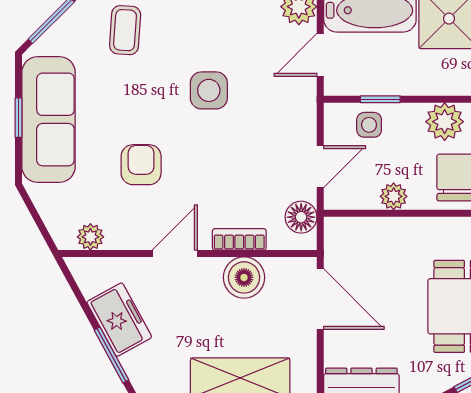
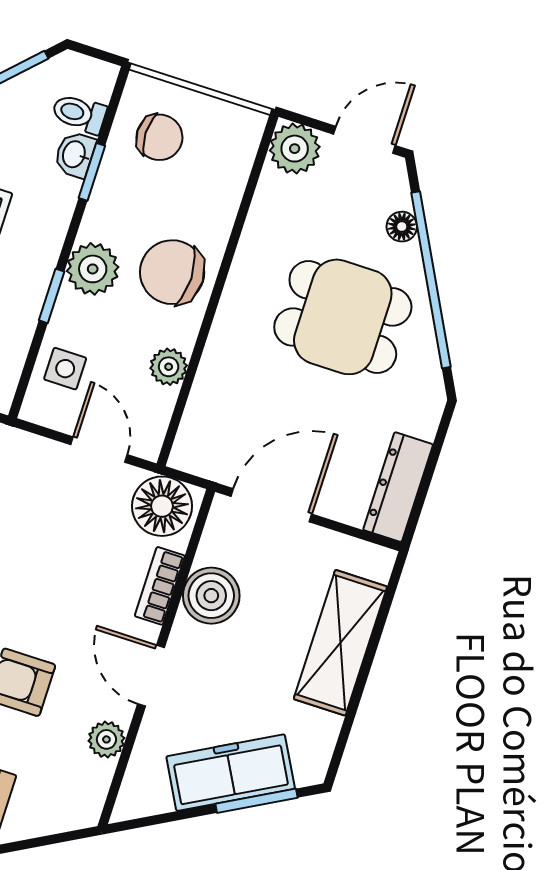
window: (380, 99) -> (52, 296), moved
floor lamp: (301, 217) -> (162, 506), width x1.38, depth x1.38
plant: (90, 237) -> (106, 739), moved
freezer: (119, 320) -> (231, 773), width x1.40

